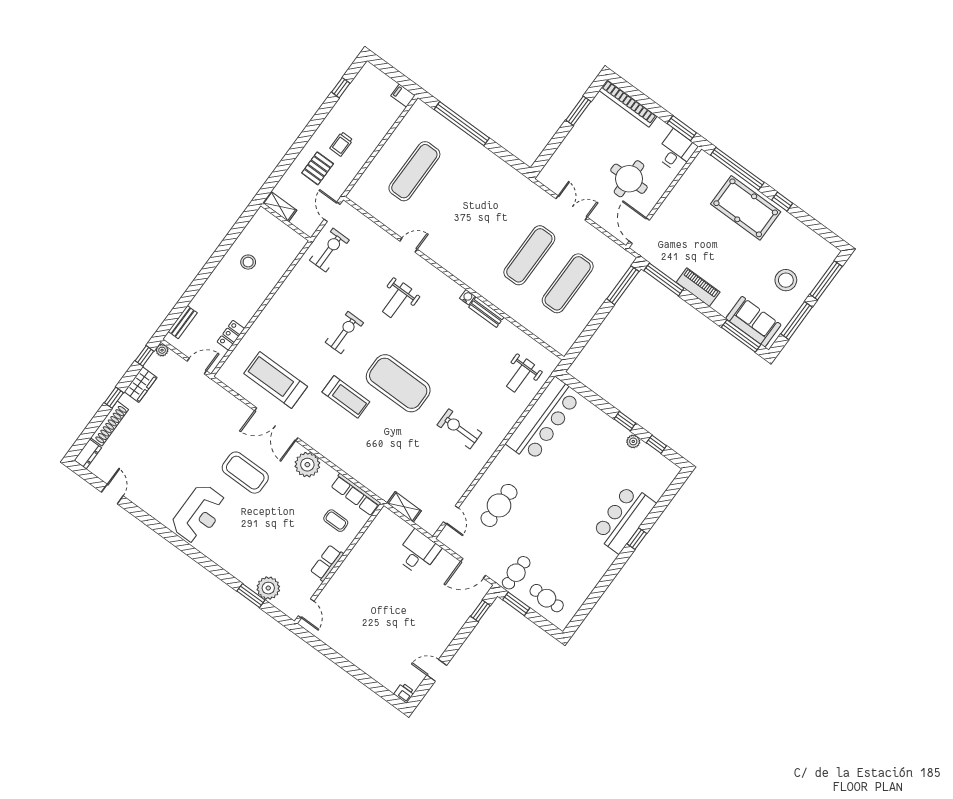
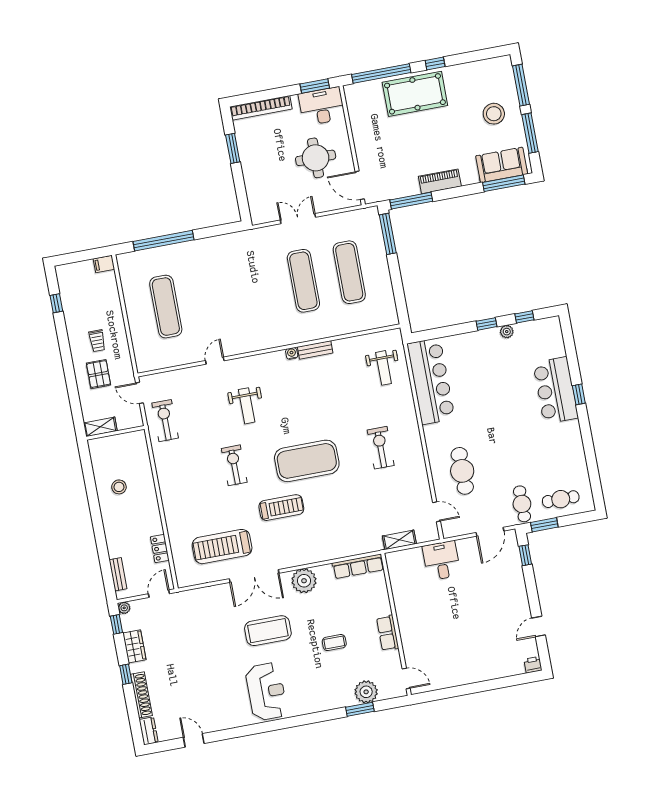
desk: (676, 151) -> (322, 106), width x1.37
exercise bike: (459, 429) -> (381, 448), turned 90
coffee table: (336, 521) -> (334, 643), moved

